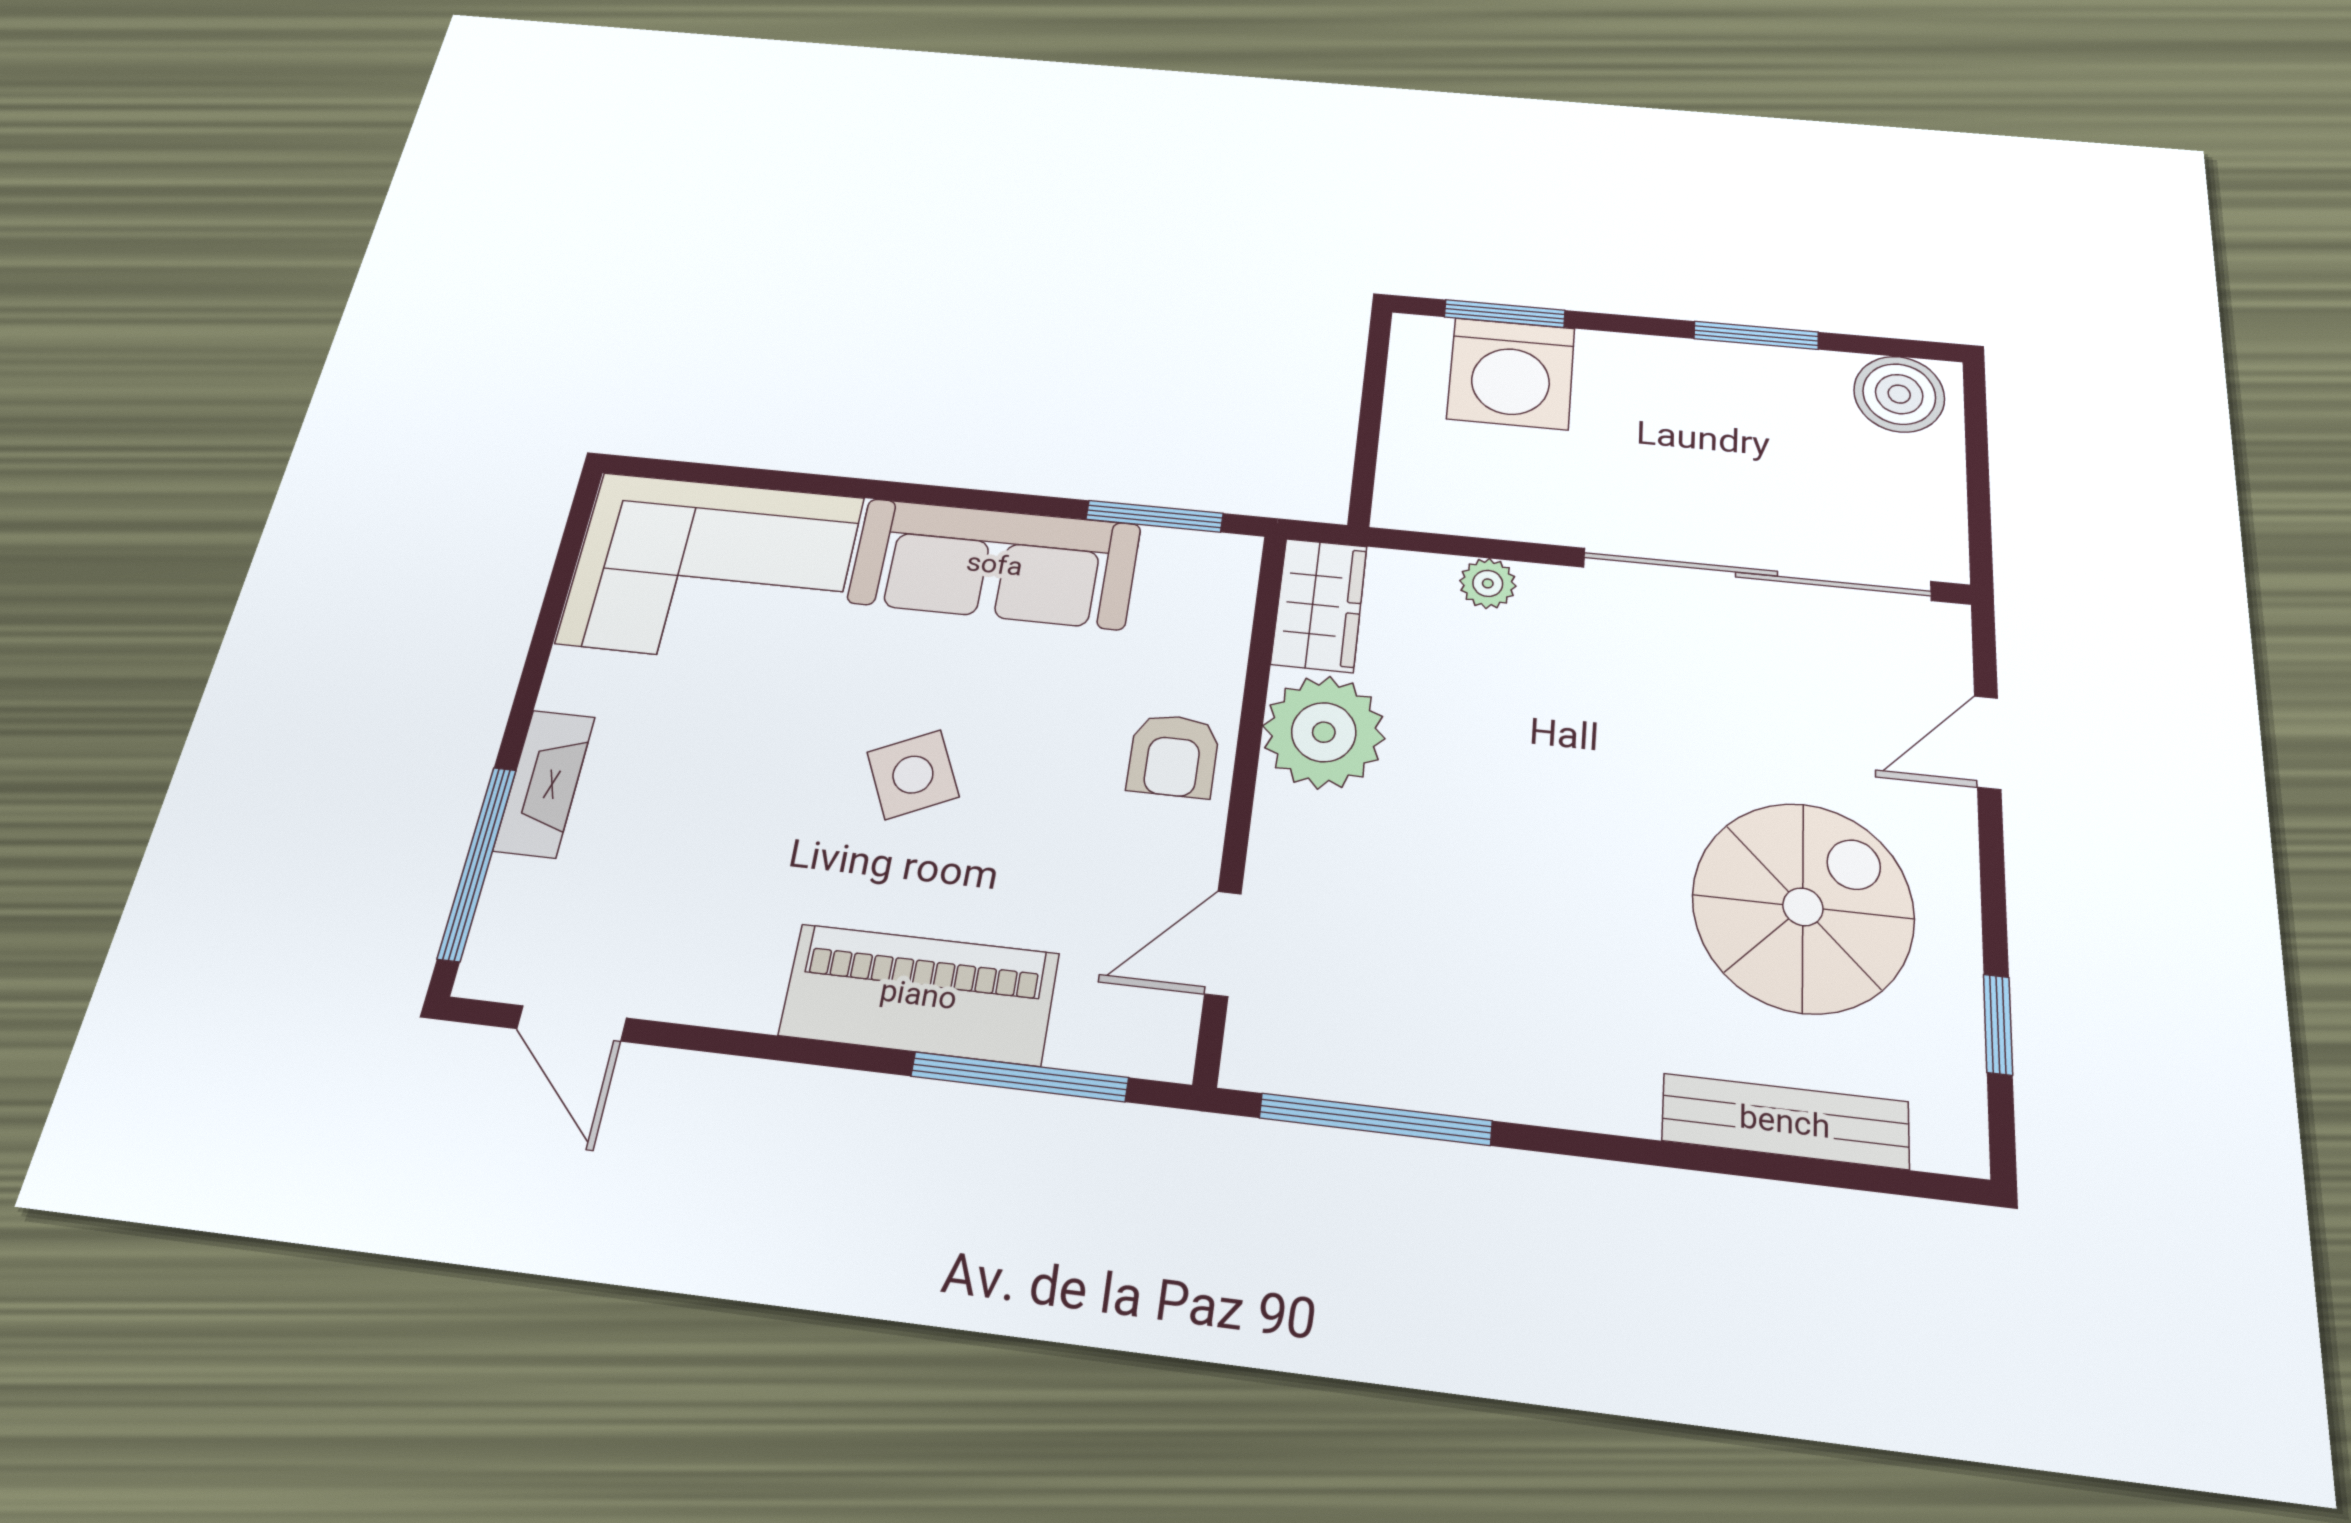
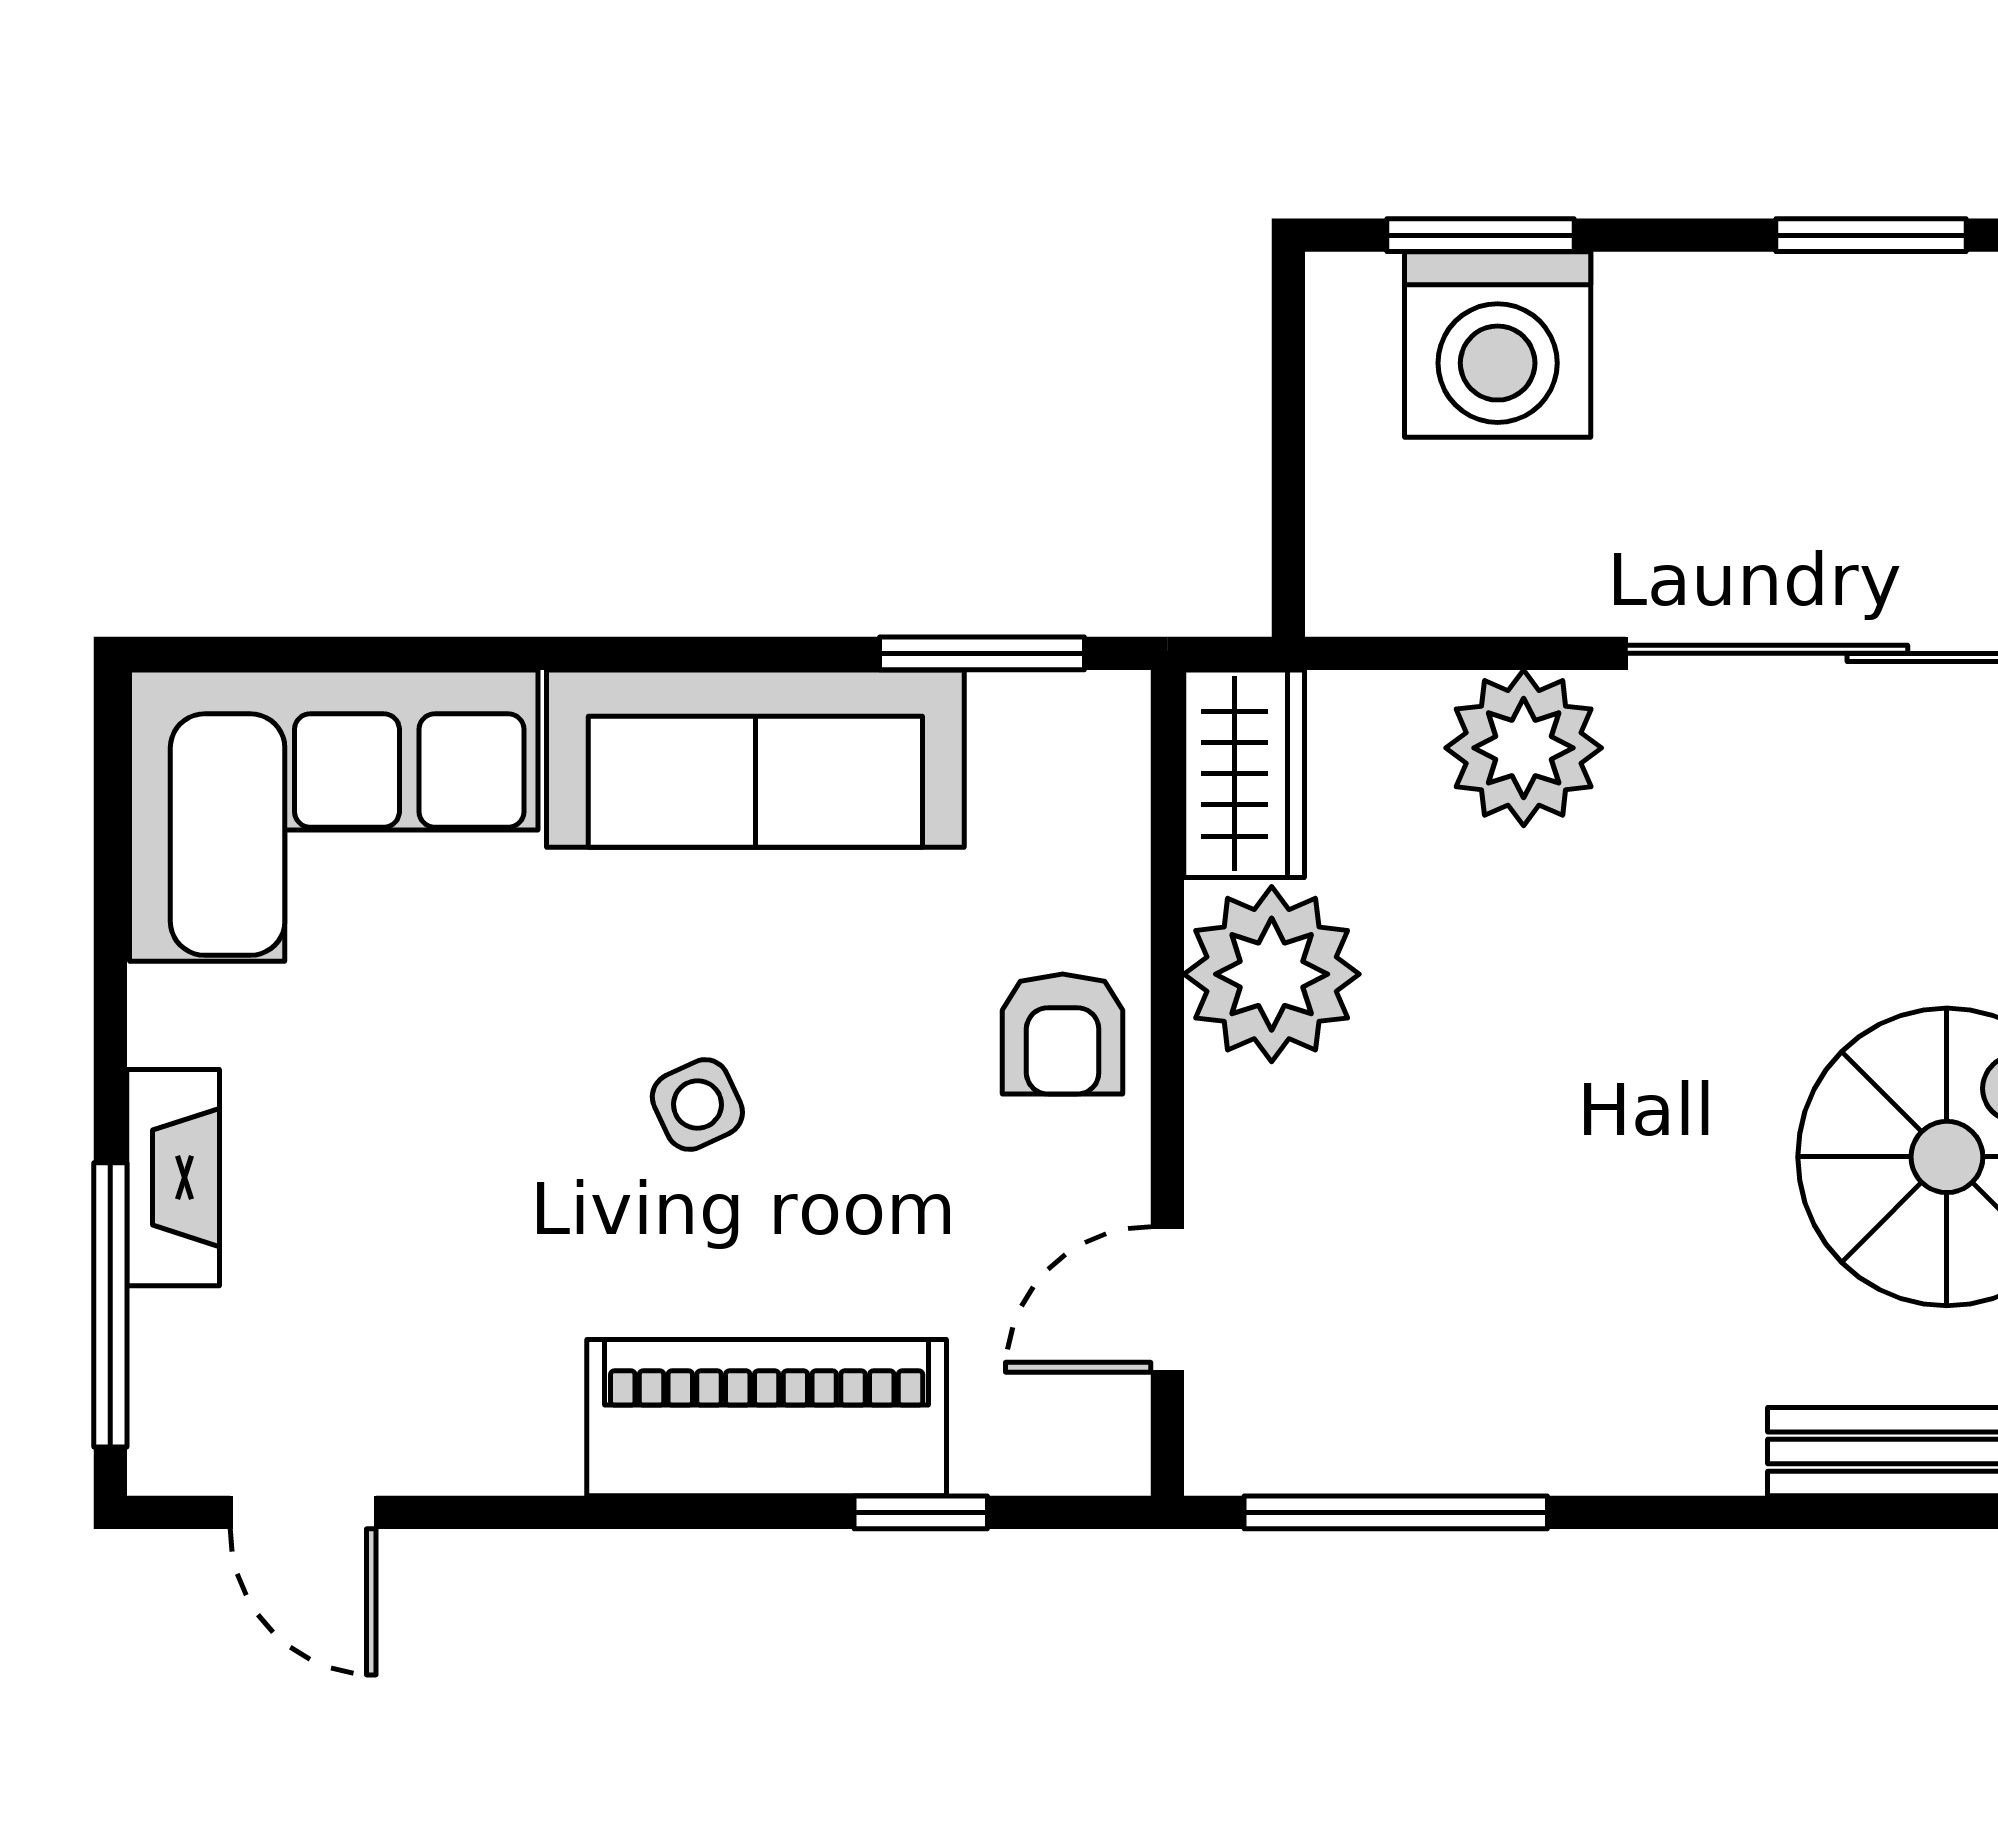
plant: (1488, 583) -> (1524, 748), width x1.88, depth x1.88
side table: (913, 775) -> (697, 1105), width x0.73, depth x0.73
window: (1019, 1077) -> (921, 1512), width x0.46

